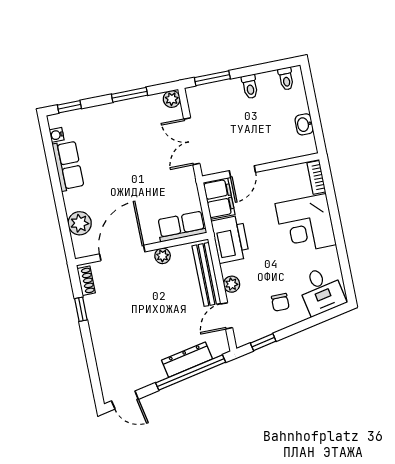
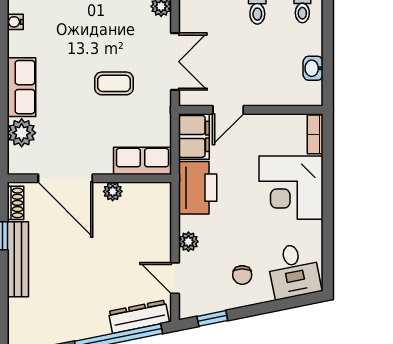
double door: (192, 141) -> (175, 62), swing flipped
row of seats: (68, 166) -> (22, 87), moved
coffee table: (146, 169) -> (114, 83), added
door: (122, 253) -> (65, 178), swing flipped
bench: (206, 274) -> (18, 259), moved
door: (227, 316) -> (175, 278), hinge flipped
dresser: (187, 360) -> (139, 317), moved

